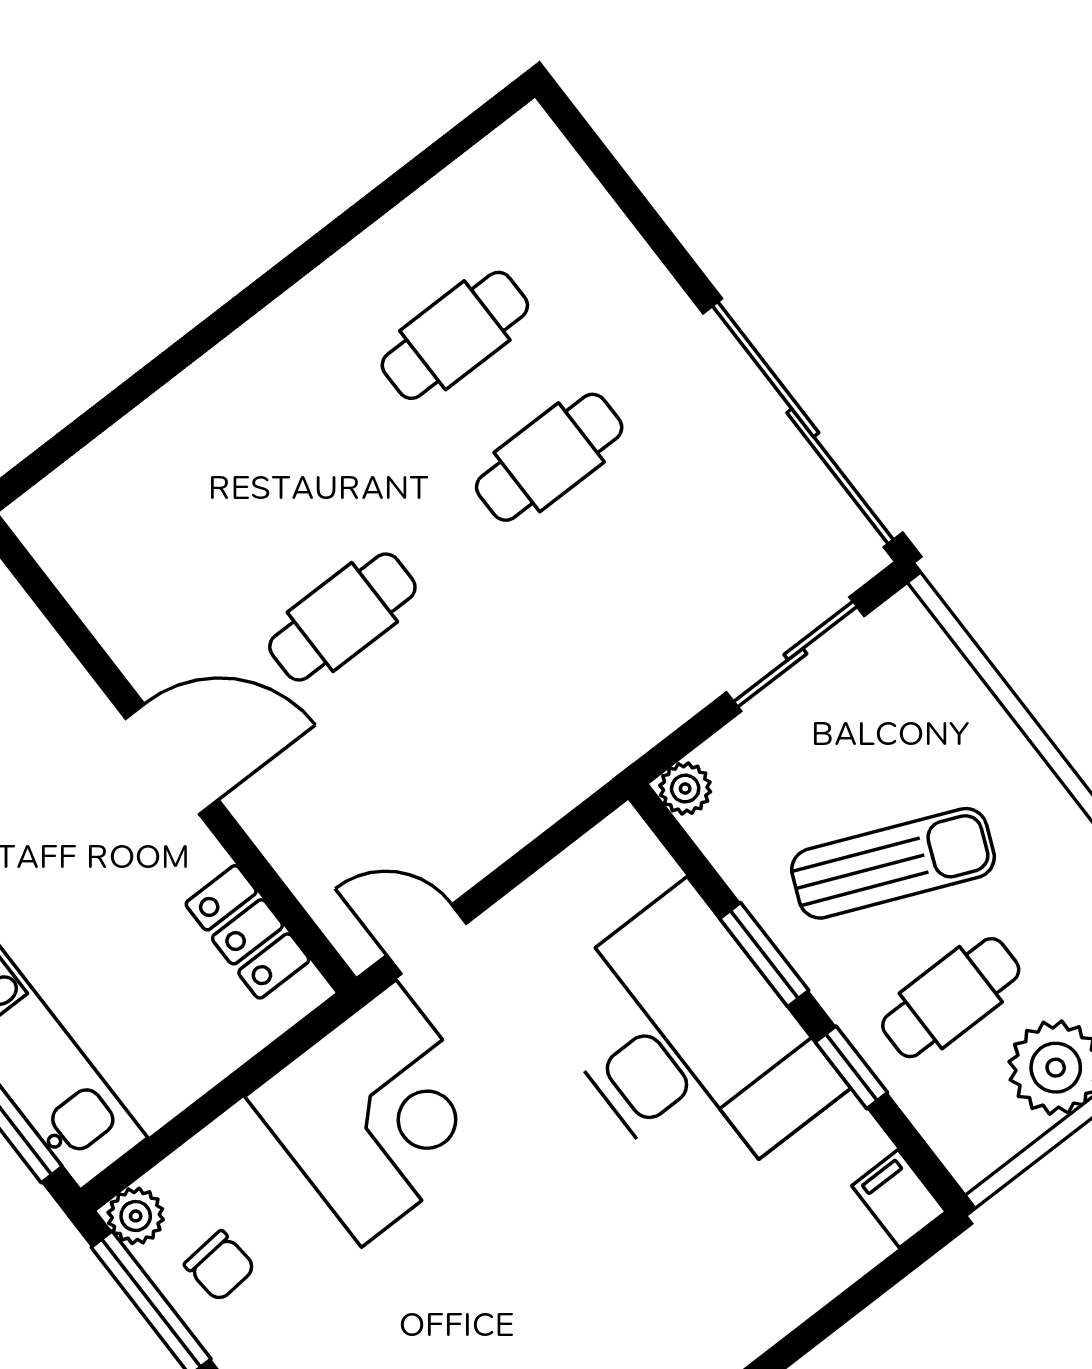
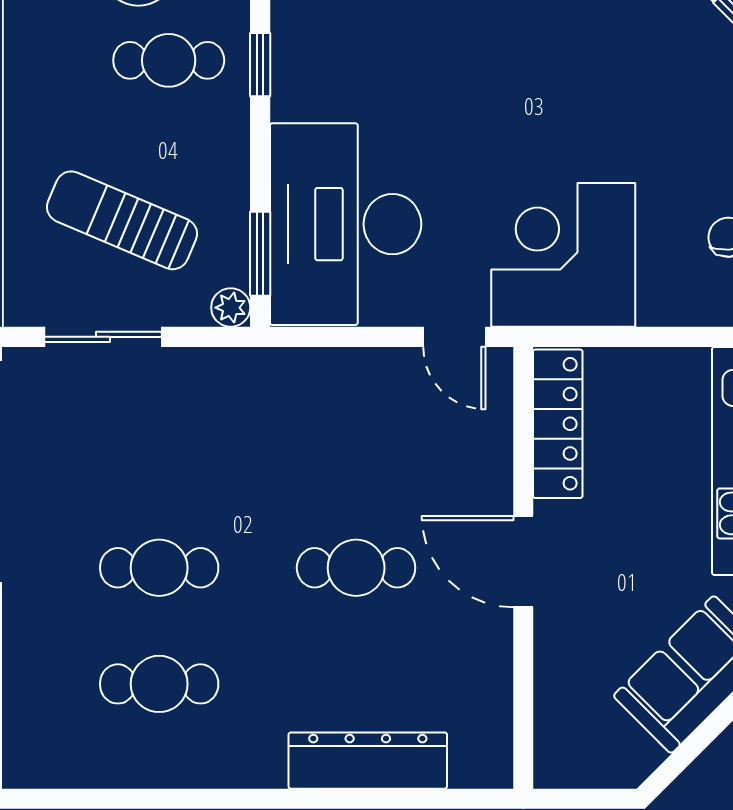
dresser: (174, 424) -> (368, 761), added
sun lounger: (893, 863) -> (122, 220), moved
locker: (247, 932) -> (558, 424), width x1.53
window: (764, 955) -> (260, 254), moved
desk: (690, 1044) -> (346, 224), moved

